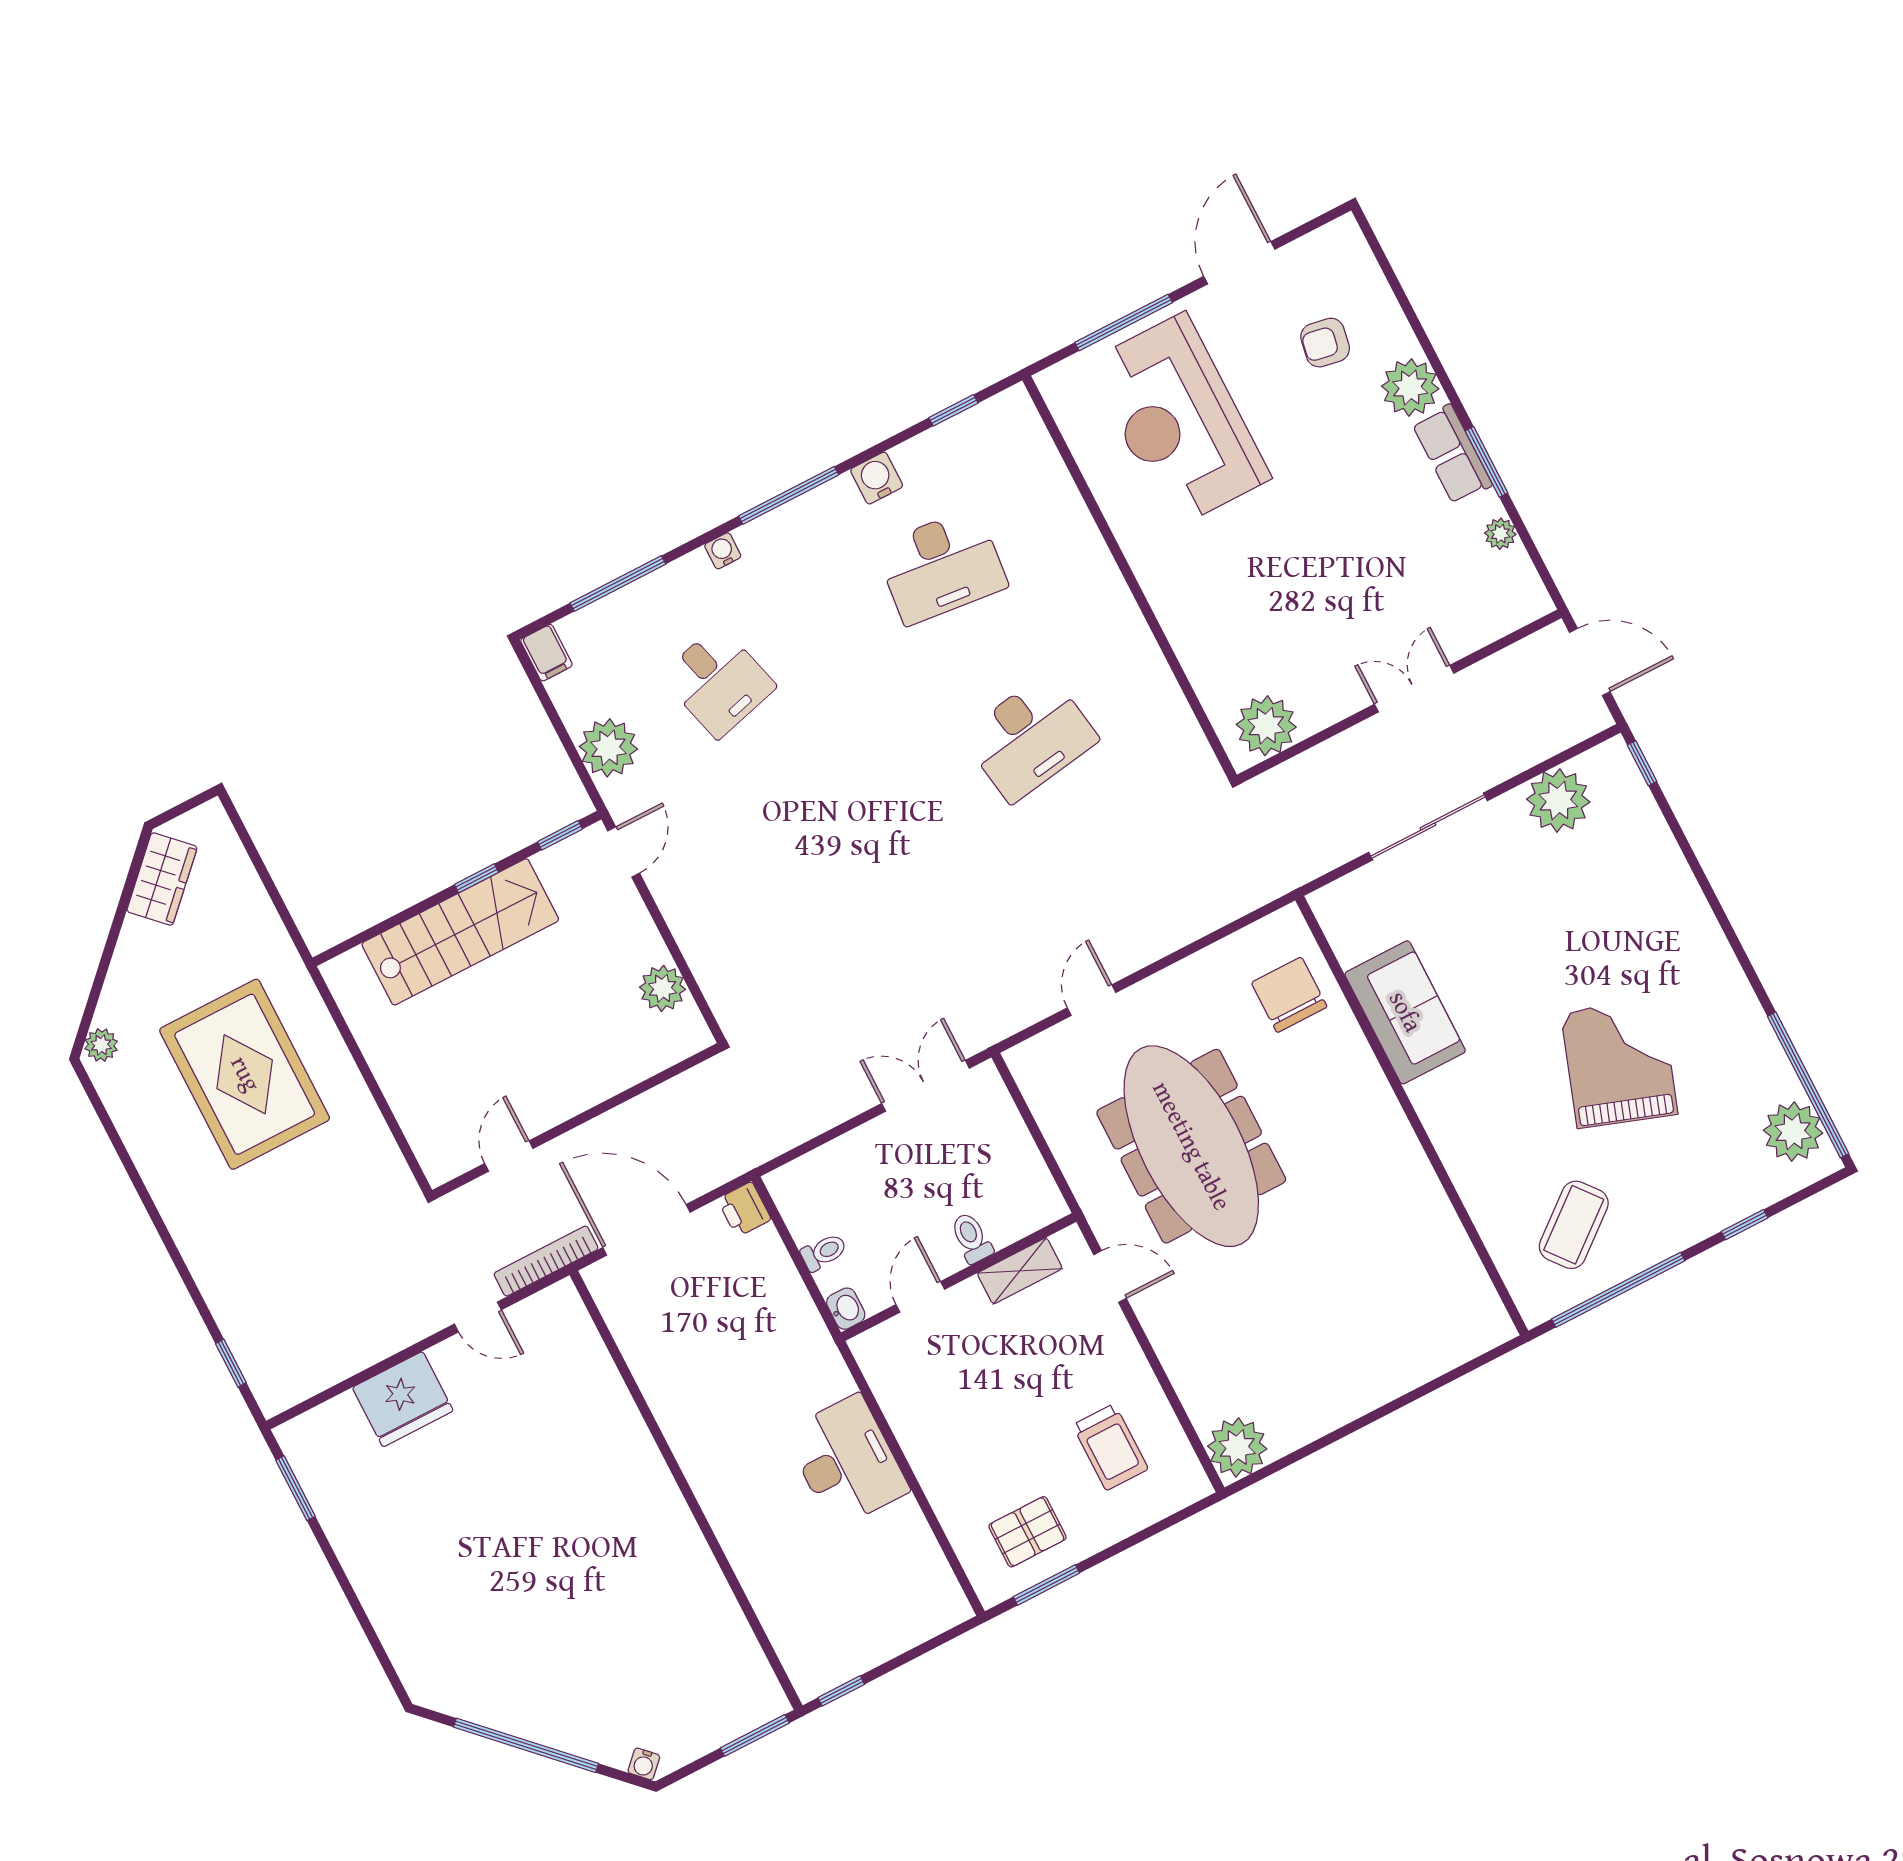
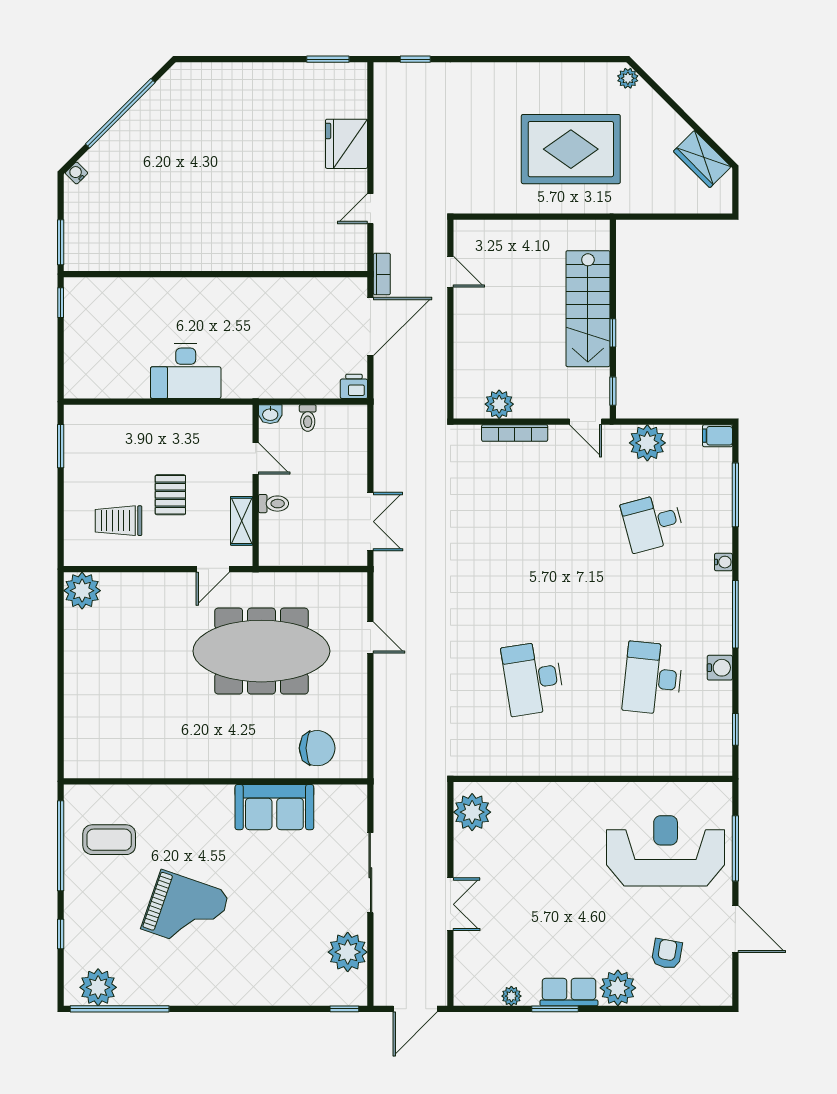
bookcase: (692, 945) -> (515, 433), added
coffee table: (1574, 1225) -> (109, 840), turned -51
bookcase: (546, 1261) -> (382, 274), width x0.64
pallet: (1028, 1532) -> (170, 495), moved

